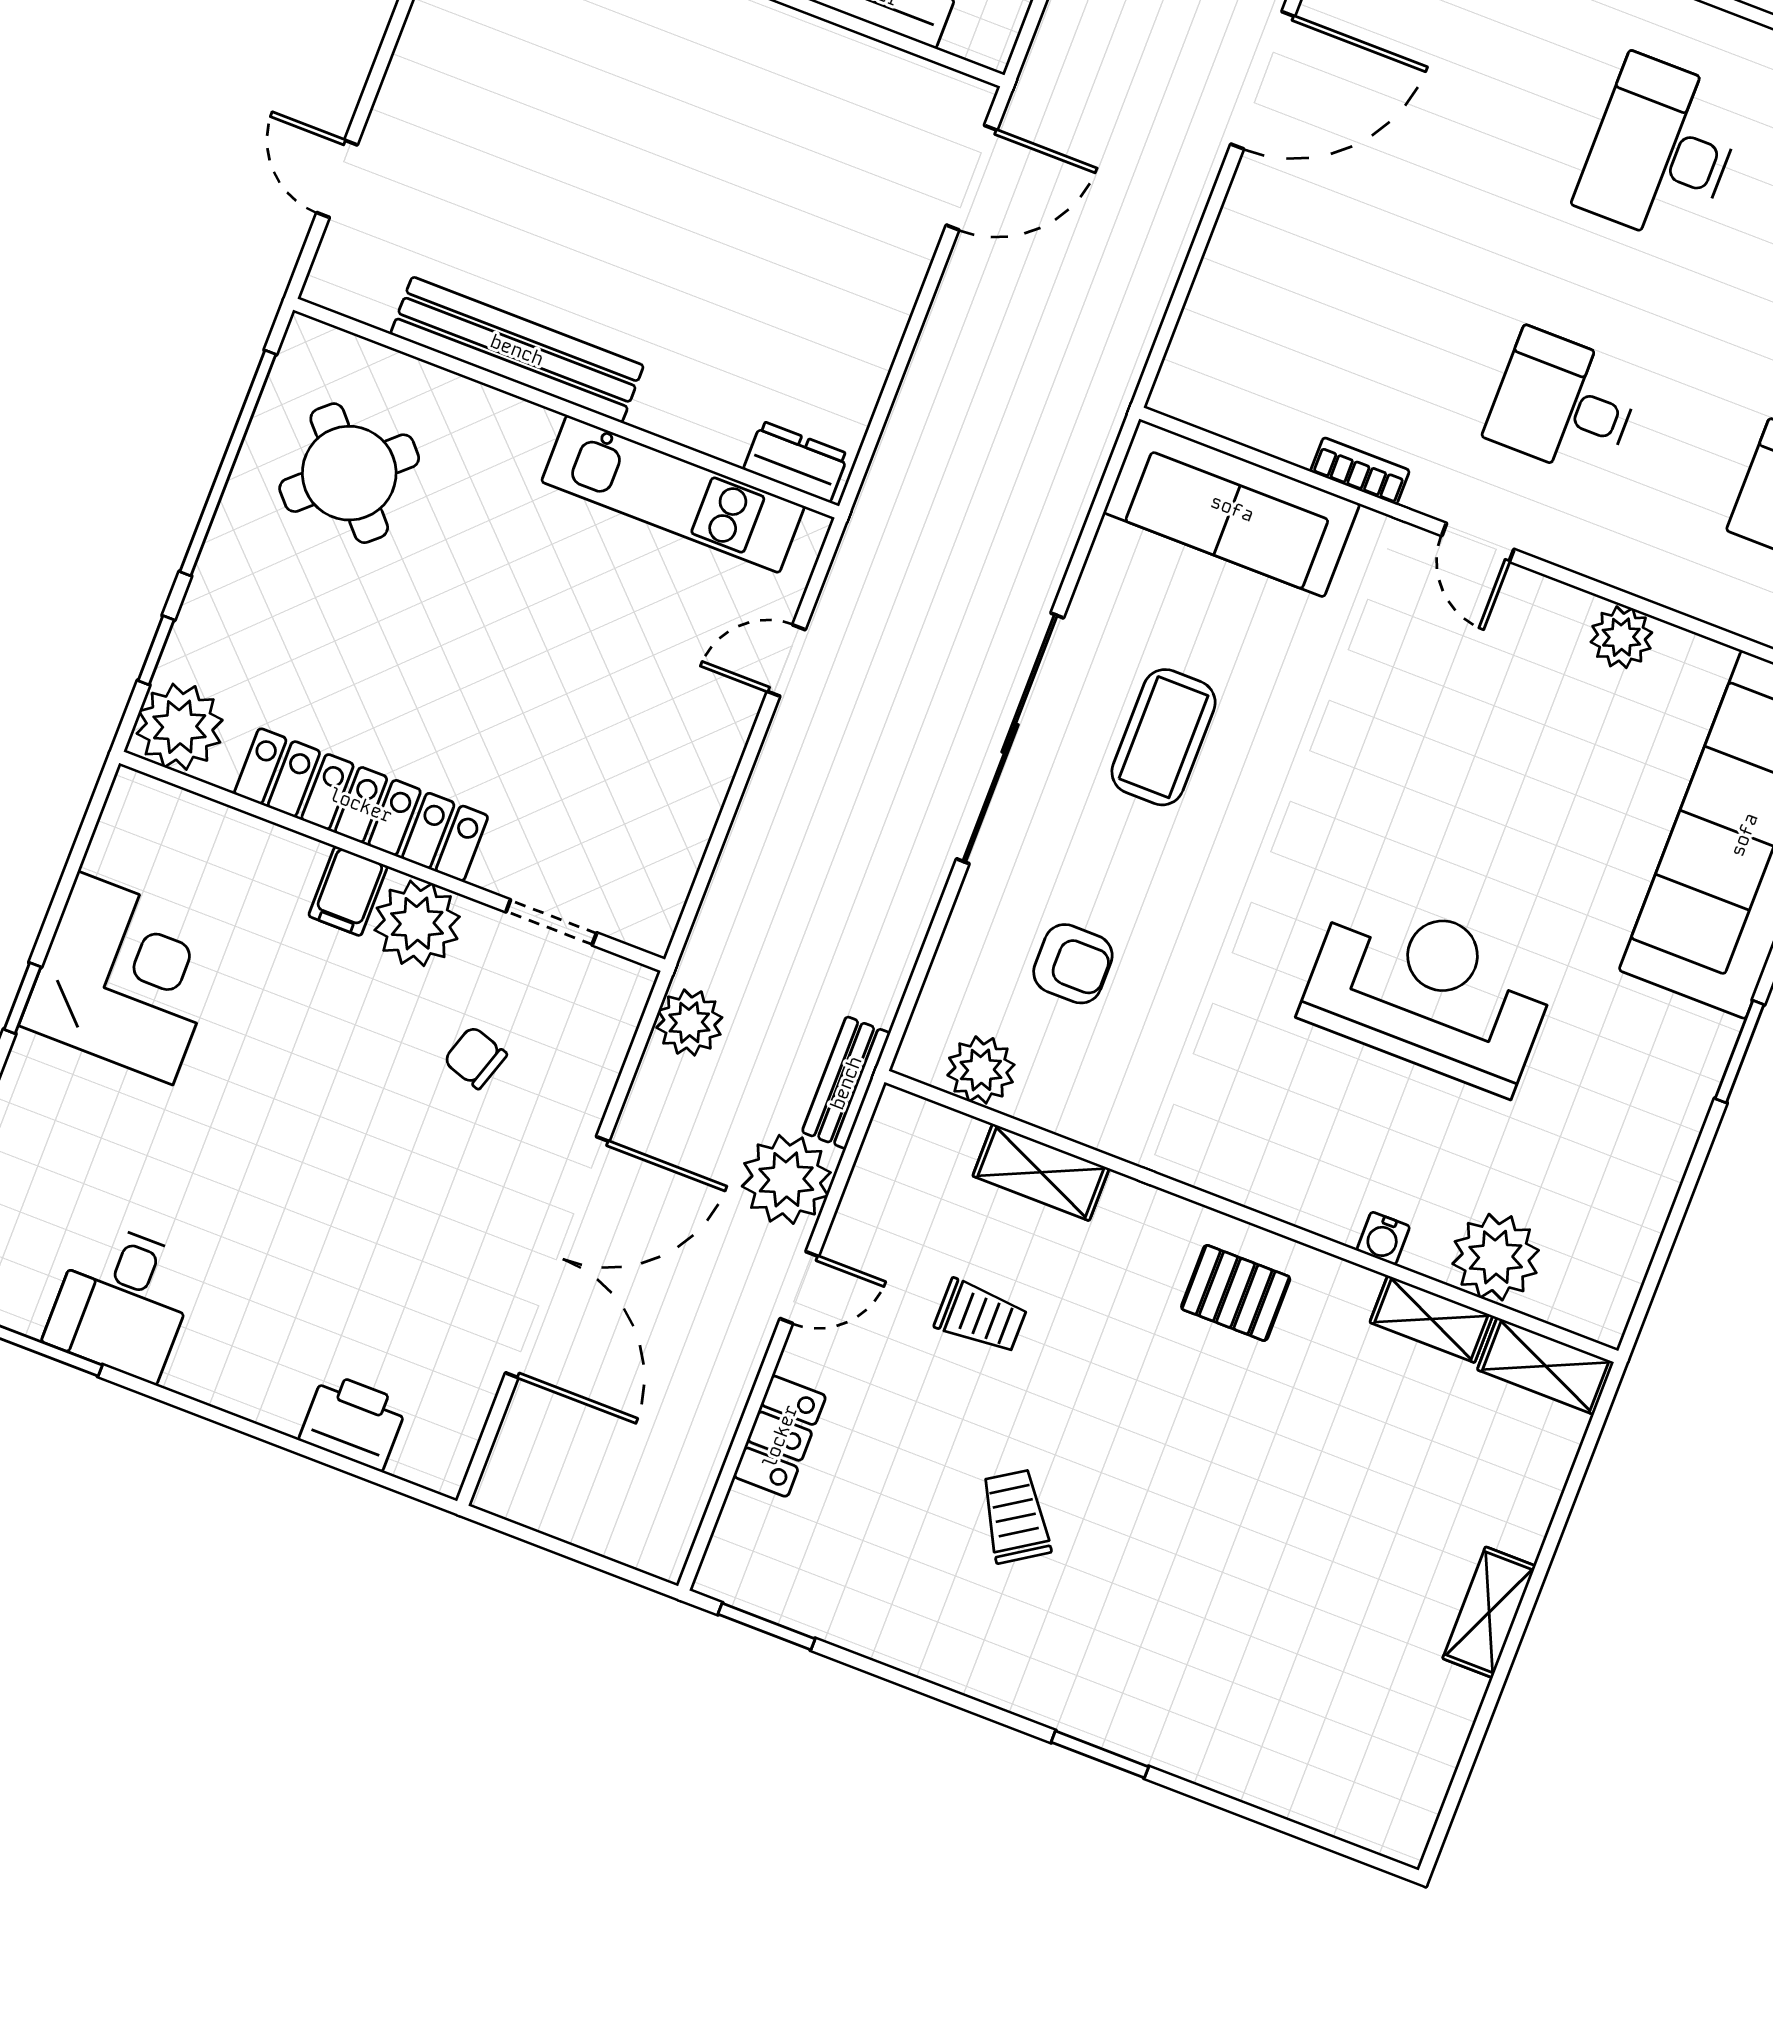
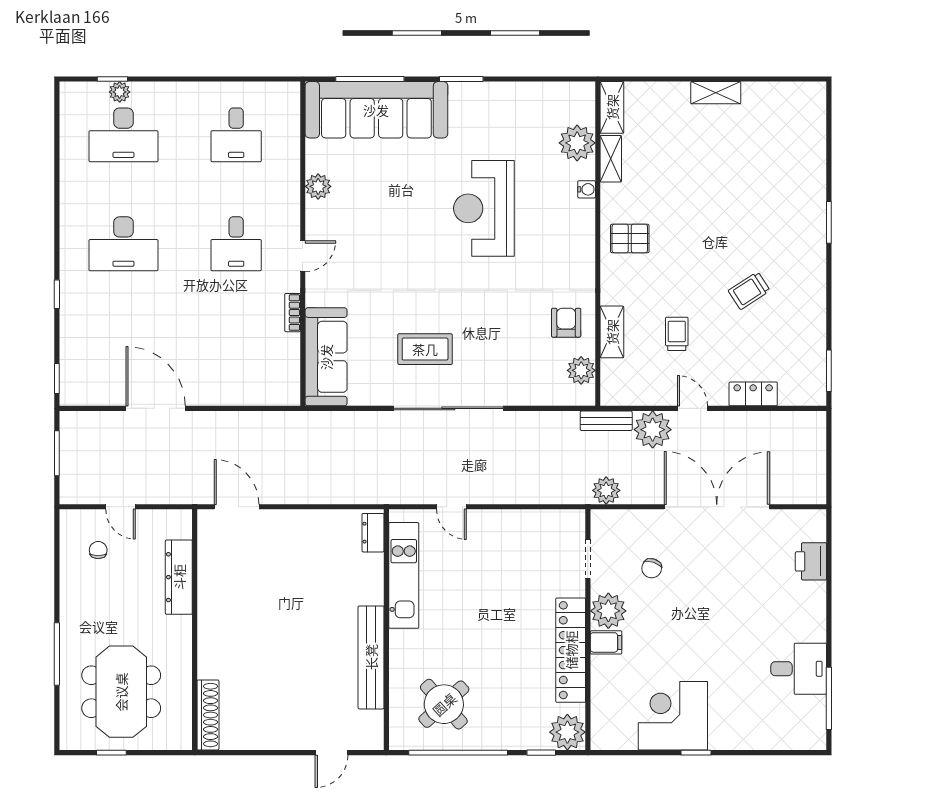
armchair: (1073, 964) -> (566, 323), moved
pallet: (1236, 1293) -> (630, 238), turned 90

